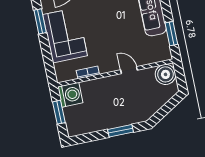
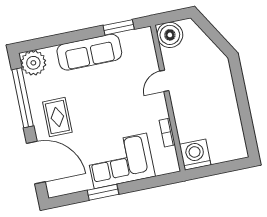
window: (59, 112) -> (217, 169), removed
window: (121, 131) -> (241, 92), removed

